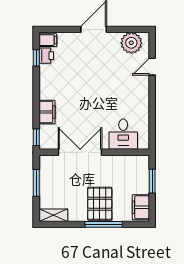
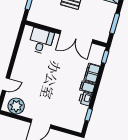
filing cabinet: (48, 40) -> (87, 87), moved
printer: (46, 56) -> (85, 99), moved

